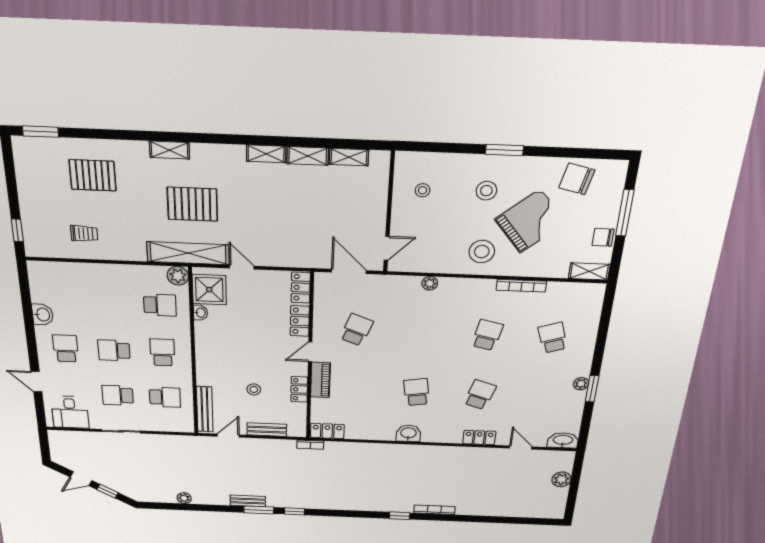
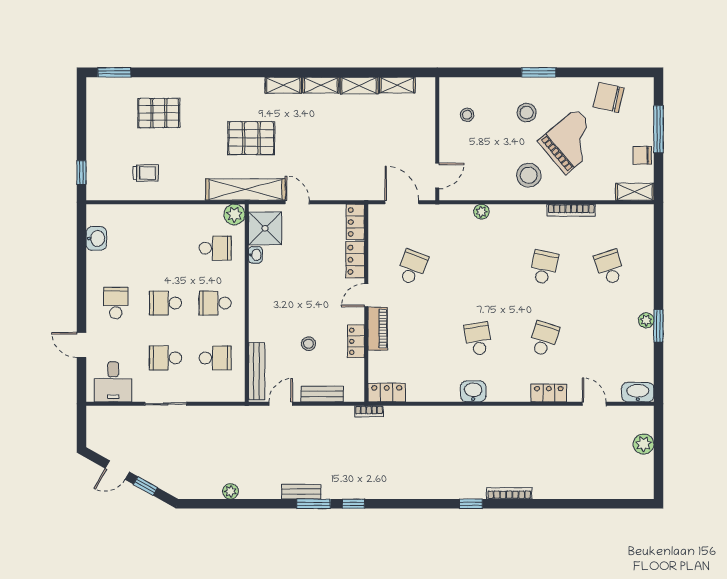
shelving: (169, 150) -> (283, 85), moved
washbasin: (43, 315) -> (96, 238), moved
school desk: (162, 352) -> (215, 303), turned -90

